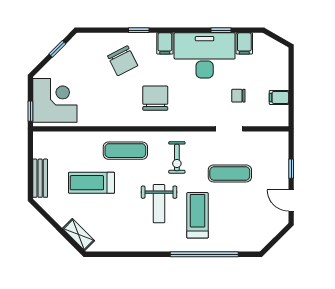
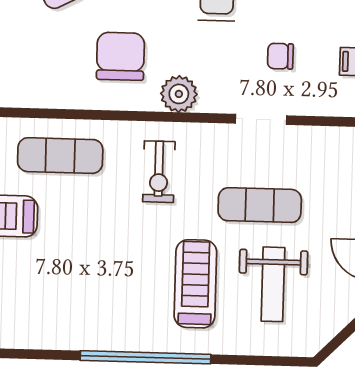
plant: (186, 117) -> (179, 94), added
weight bench: (159, 204) -> (273, 284), moved
window: (204, 254) -> (145, 357), moved

